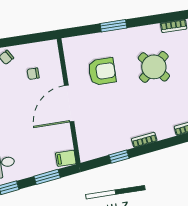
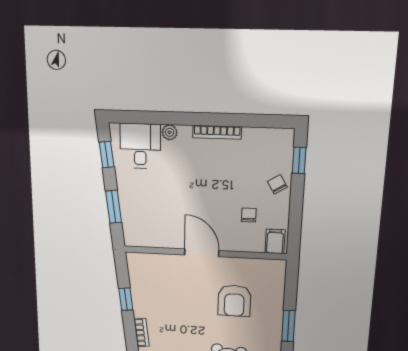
door: (69, 104) -> (202, 253), width x0.73
filing cabinet: (66, 158) -> (275, 241), moved

